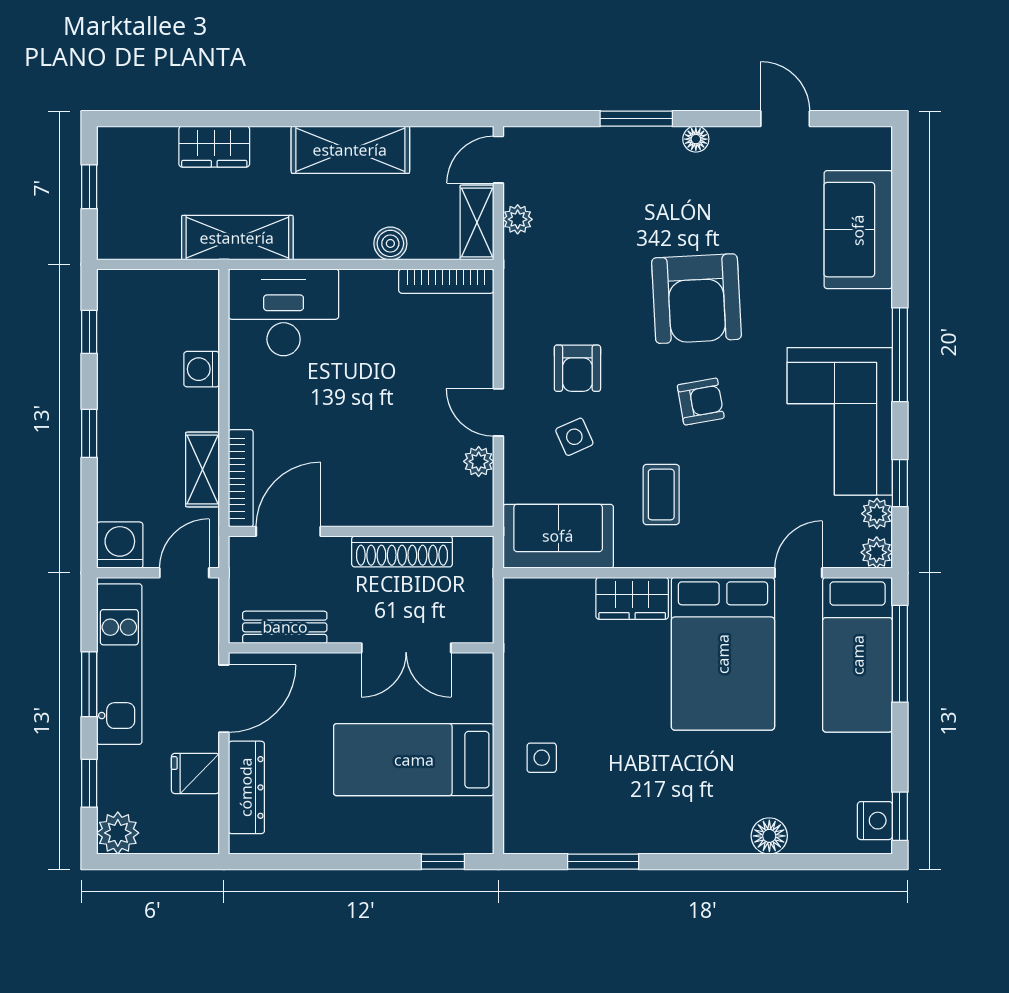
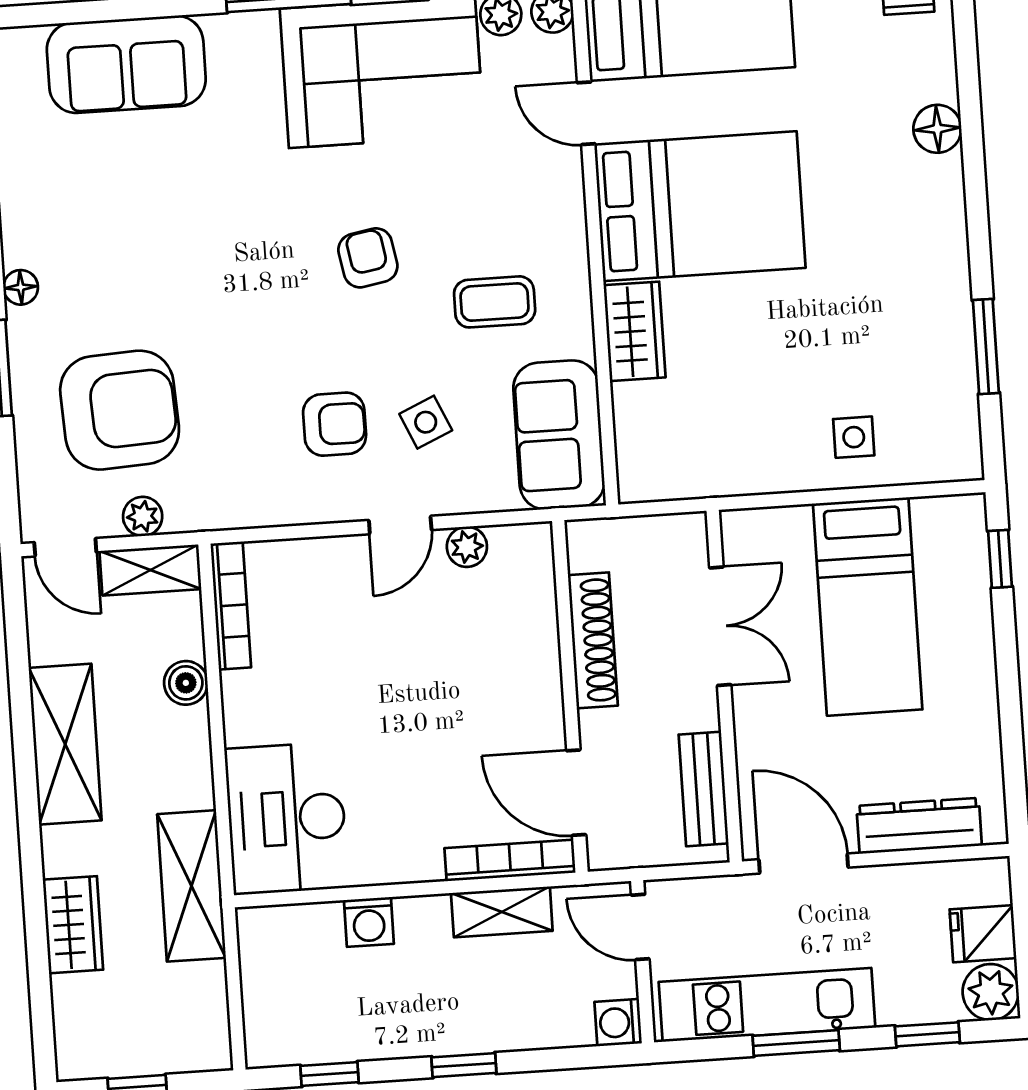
armchair: (696, 299) -> (120, 410), moved
washing machine: (120, 545) -> (618, 1023), width x0.73, depth x0.73
fridge: (195, 773) -> (983, 934), moved, turned 90

